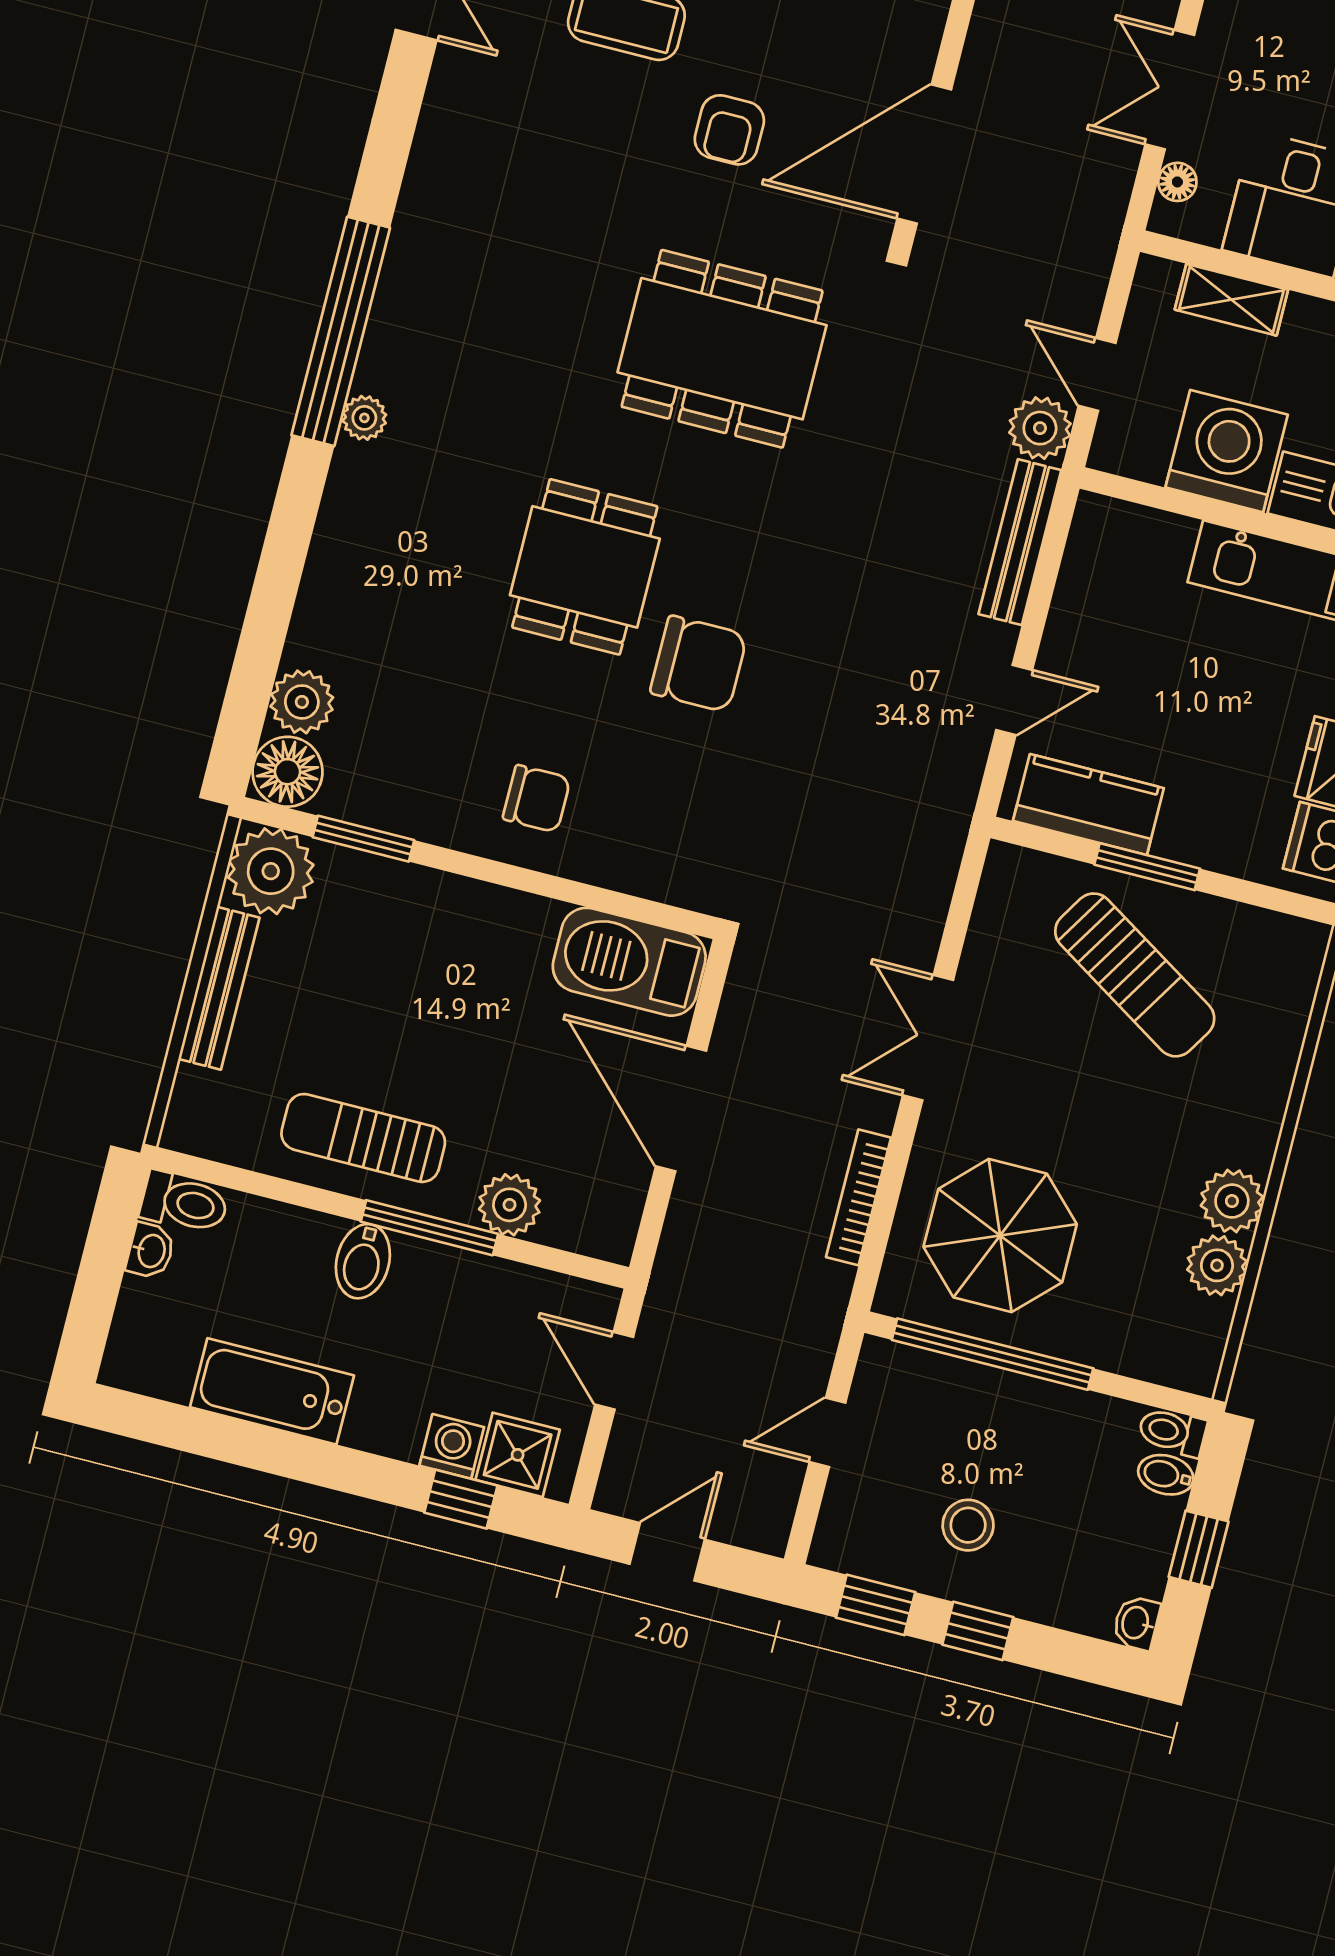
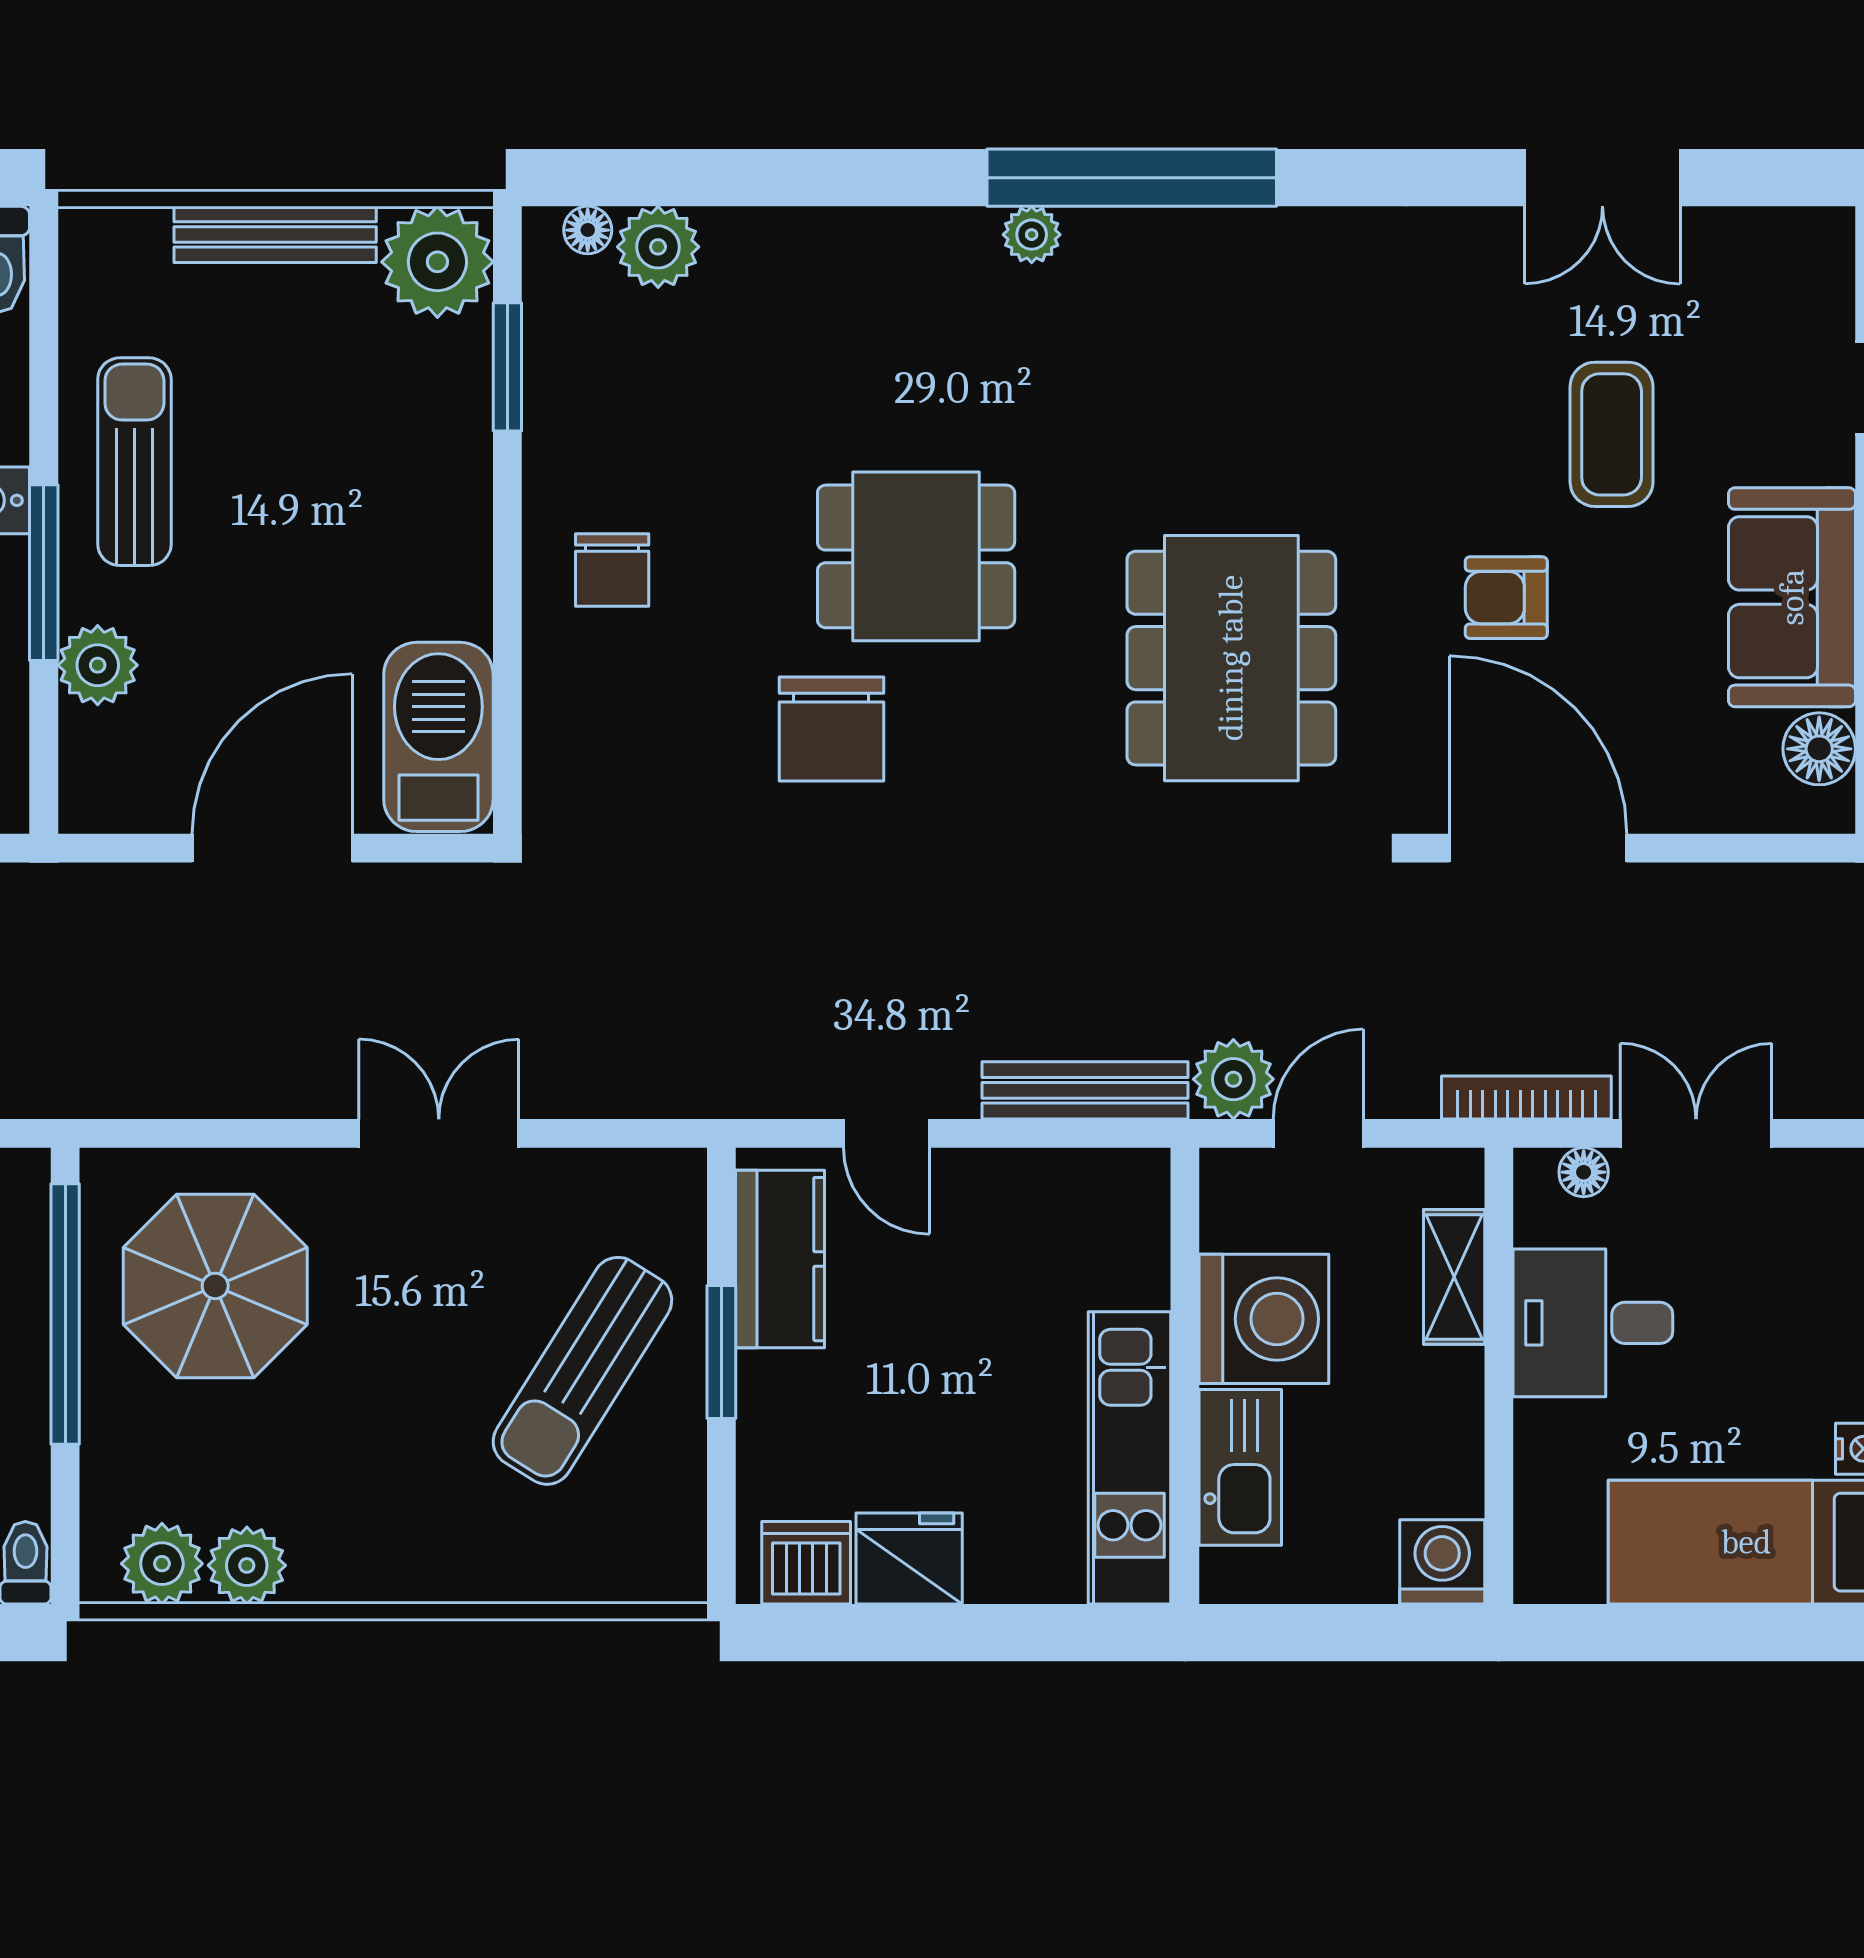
floor lamp: (287, 772) -> (588, 230), width x0.53, depth x0.53
bookcase: (859, 1197) -> (1526, 1097), moved
plant: (1232, 1201) -> (162, 1564), moved

